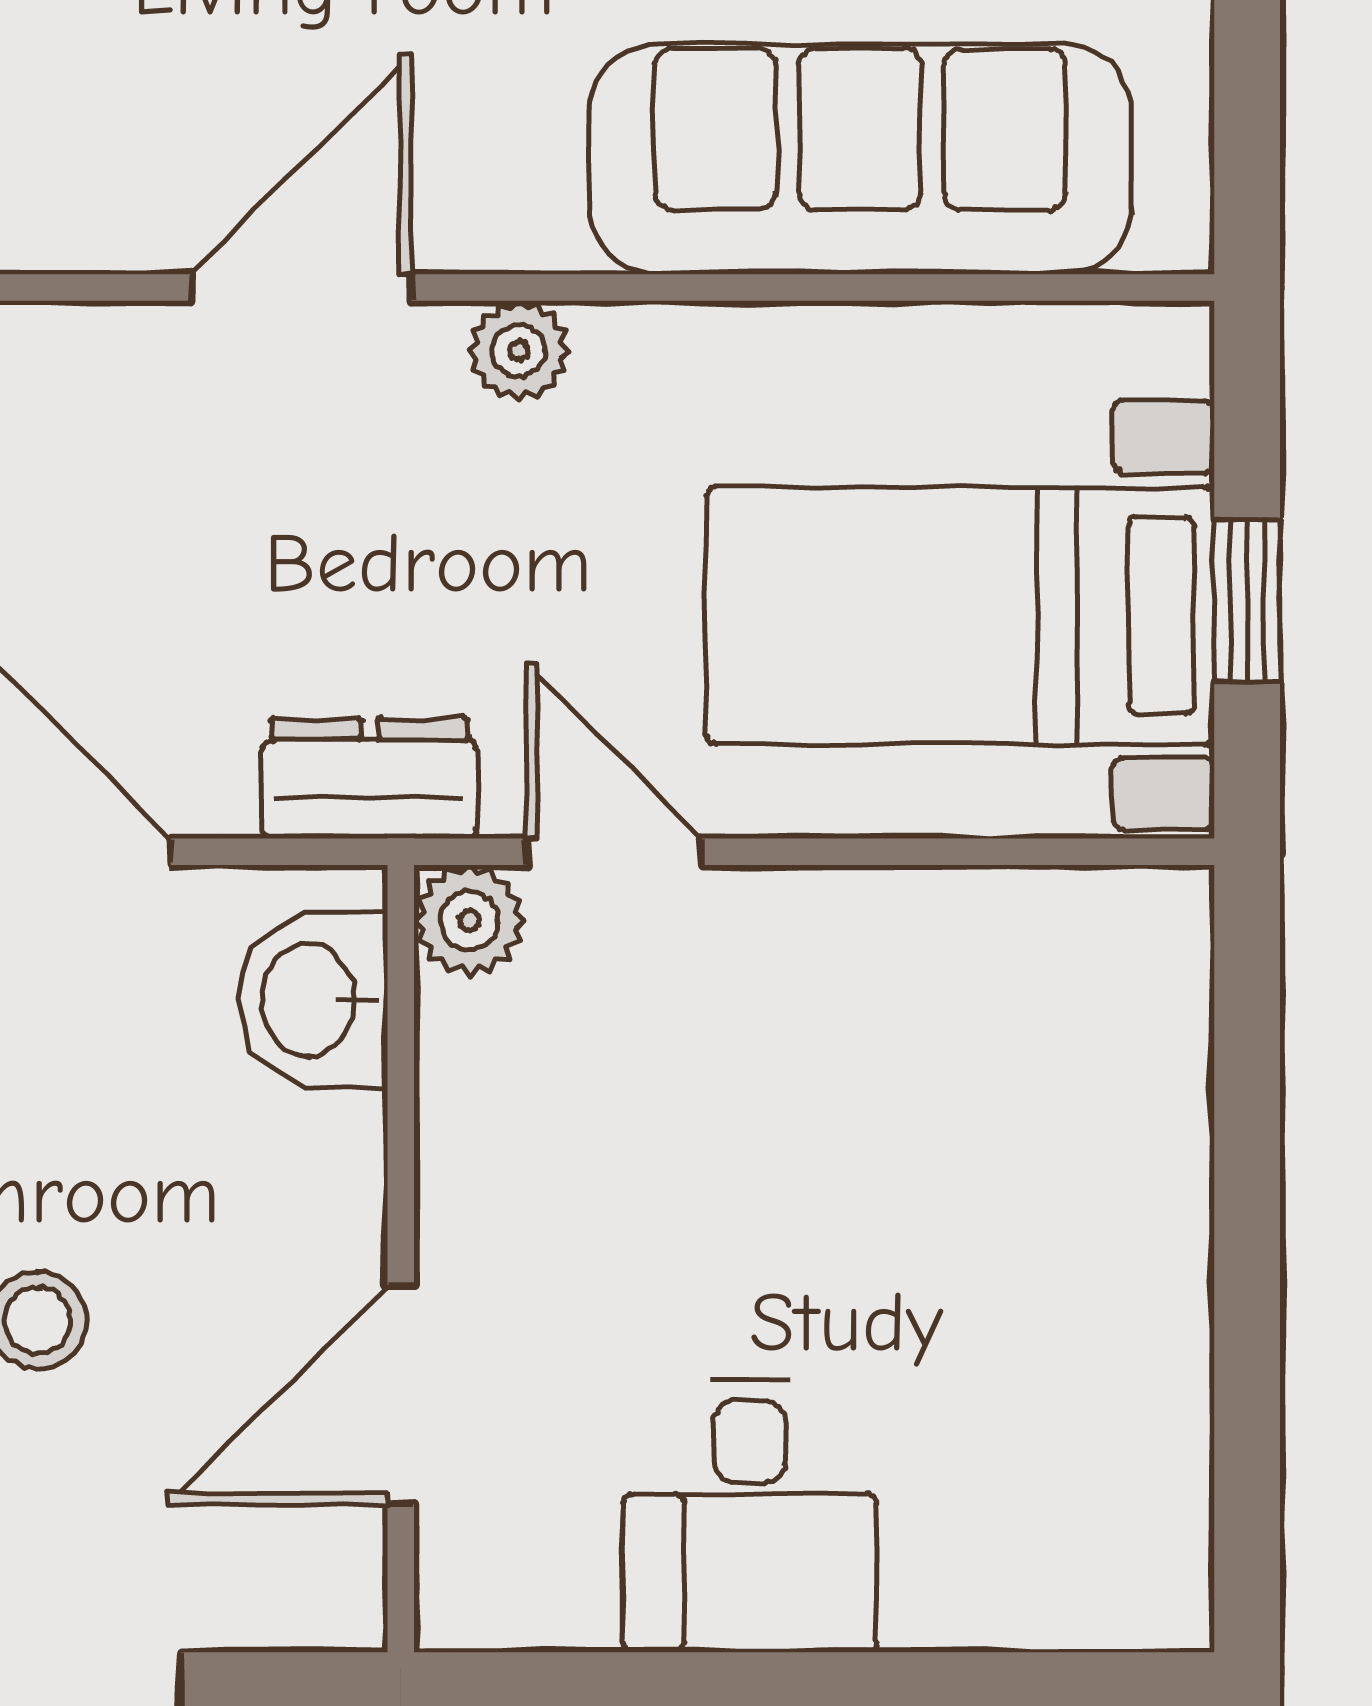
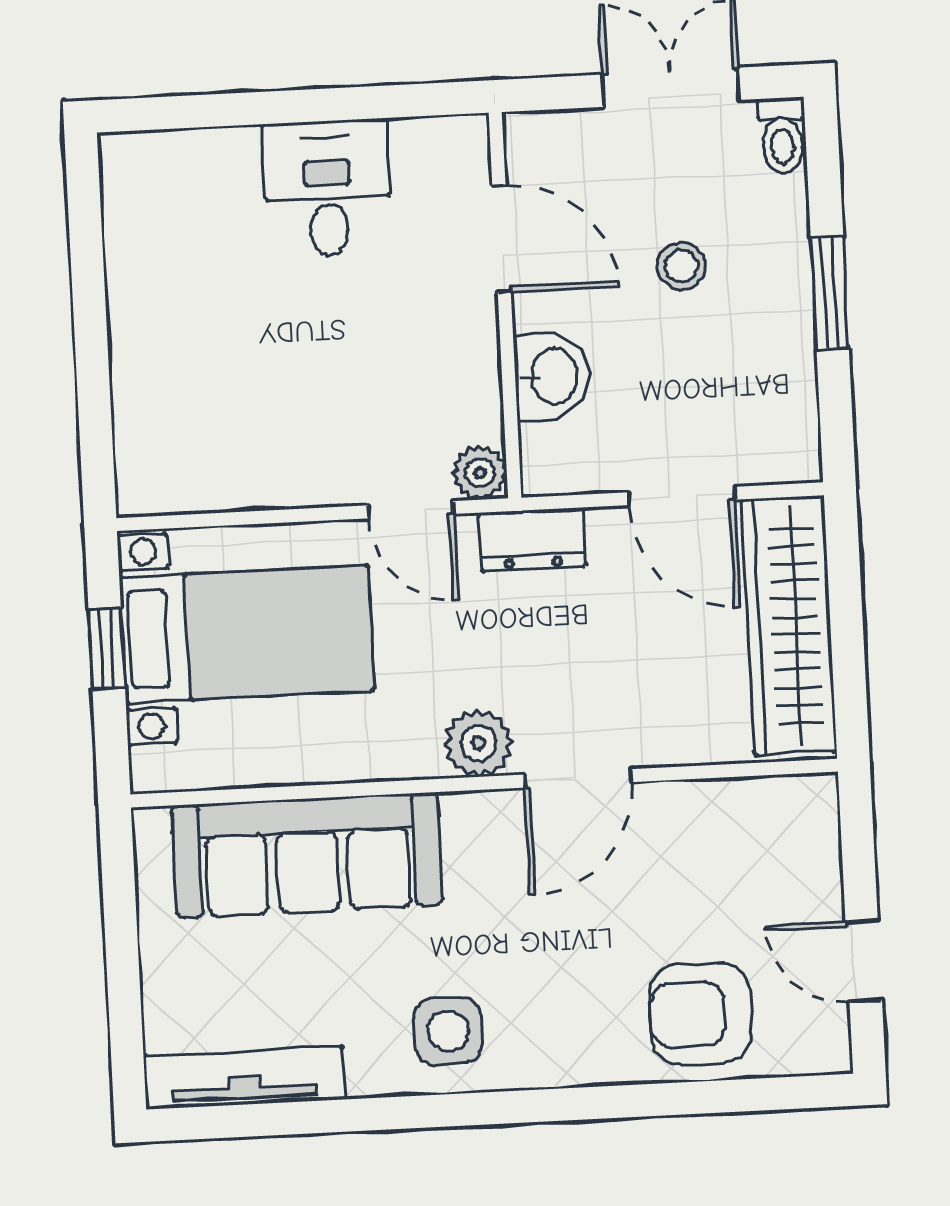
plant: (519, 351) -> (478, 743), width x1.38, depth x1.38
washbasin: (313, 1000) -> (552, 376), moved
door: (401, 1395) -> (502, 238), hinge flipped

